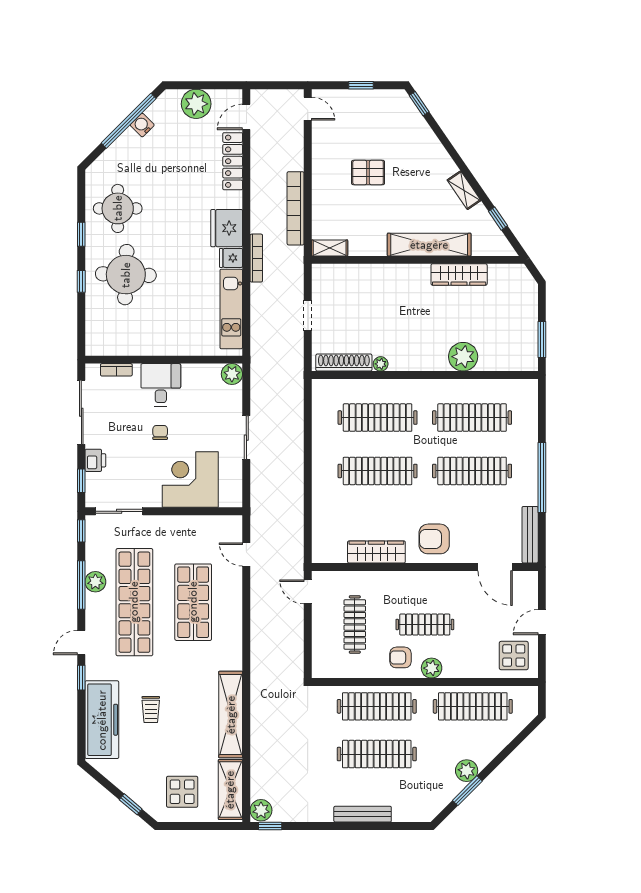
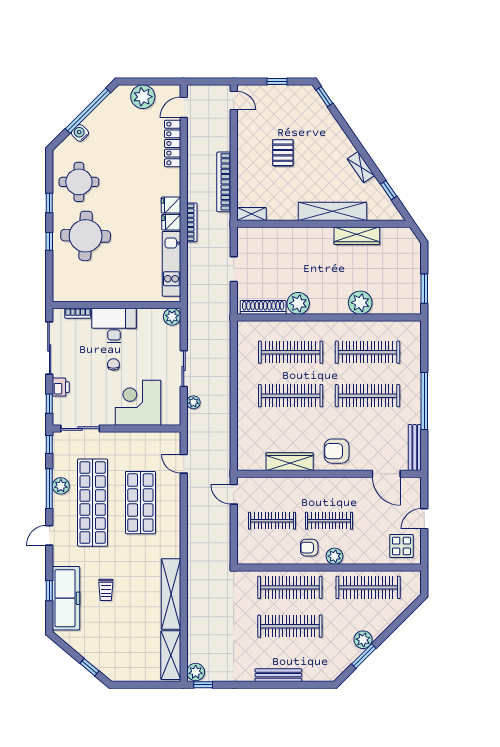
water cooler: (142, 125) -> (80, 133), moved
pallet: (368, 173) -> (283, 153), turned 90
fridge: (227, 228) -> (171, 205), width x0.53, depth x0.75
plant: (381, 364) -> (298, 303), width x1.88, depth x1.88
desk: (161, 385) -> (114, 326), width x1.37
plant: (258, 479) -> (193, 402), added
clothes rail: (355, 624) -> (272, 521), turned 90
window: (81, 678) -> (49, 591), moved
display table: (182, 792) -> (131, 657), removed

